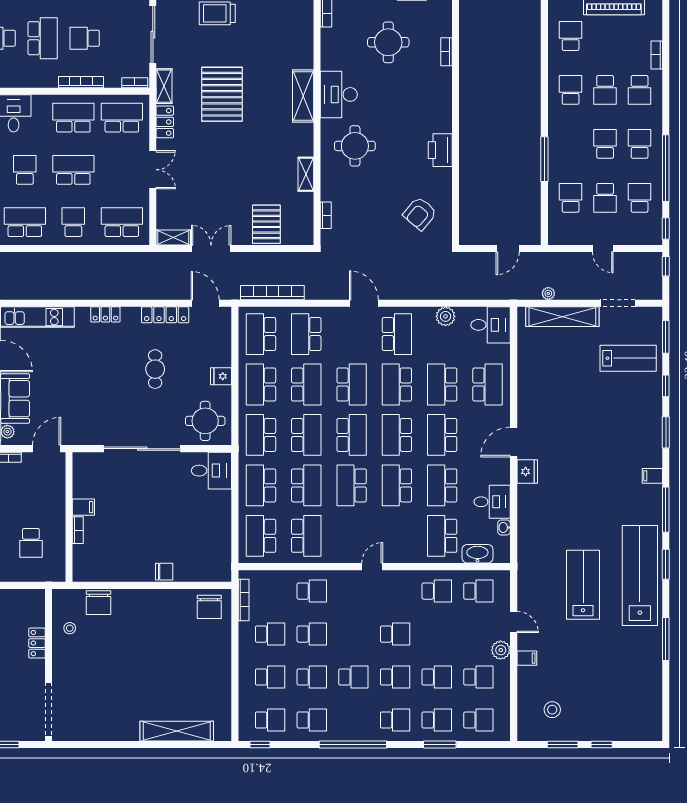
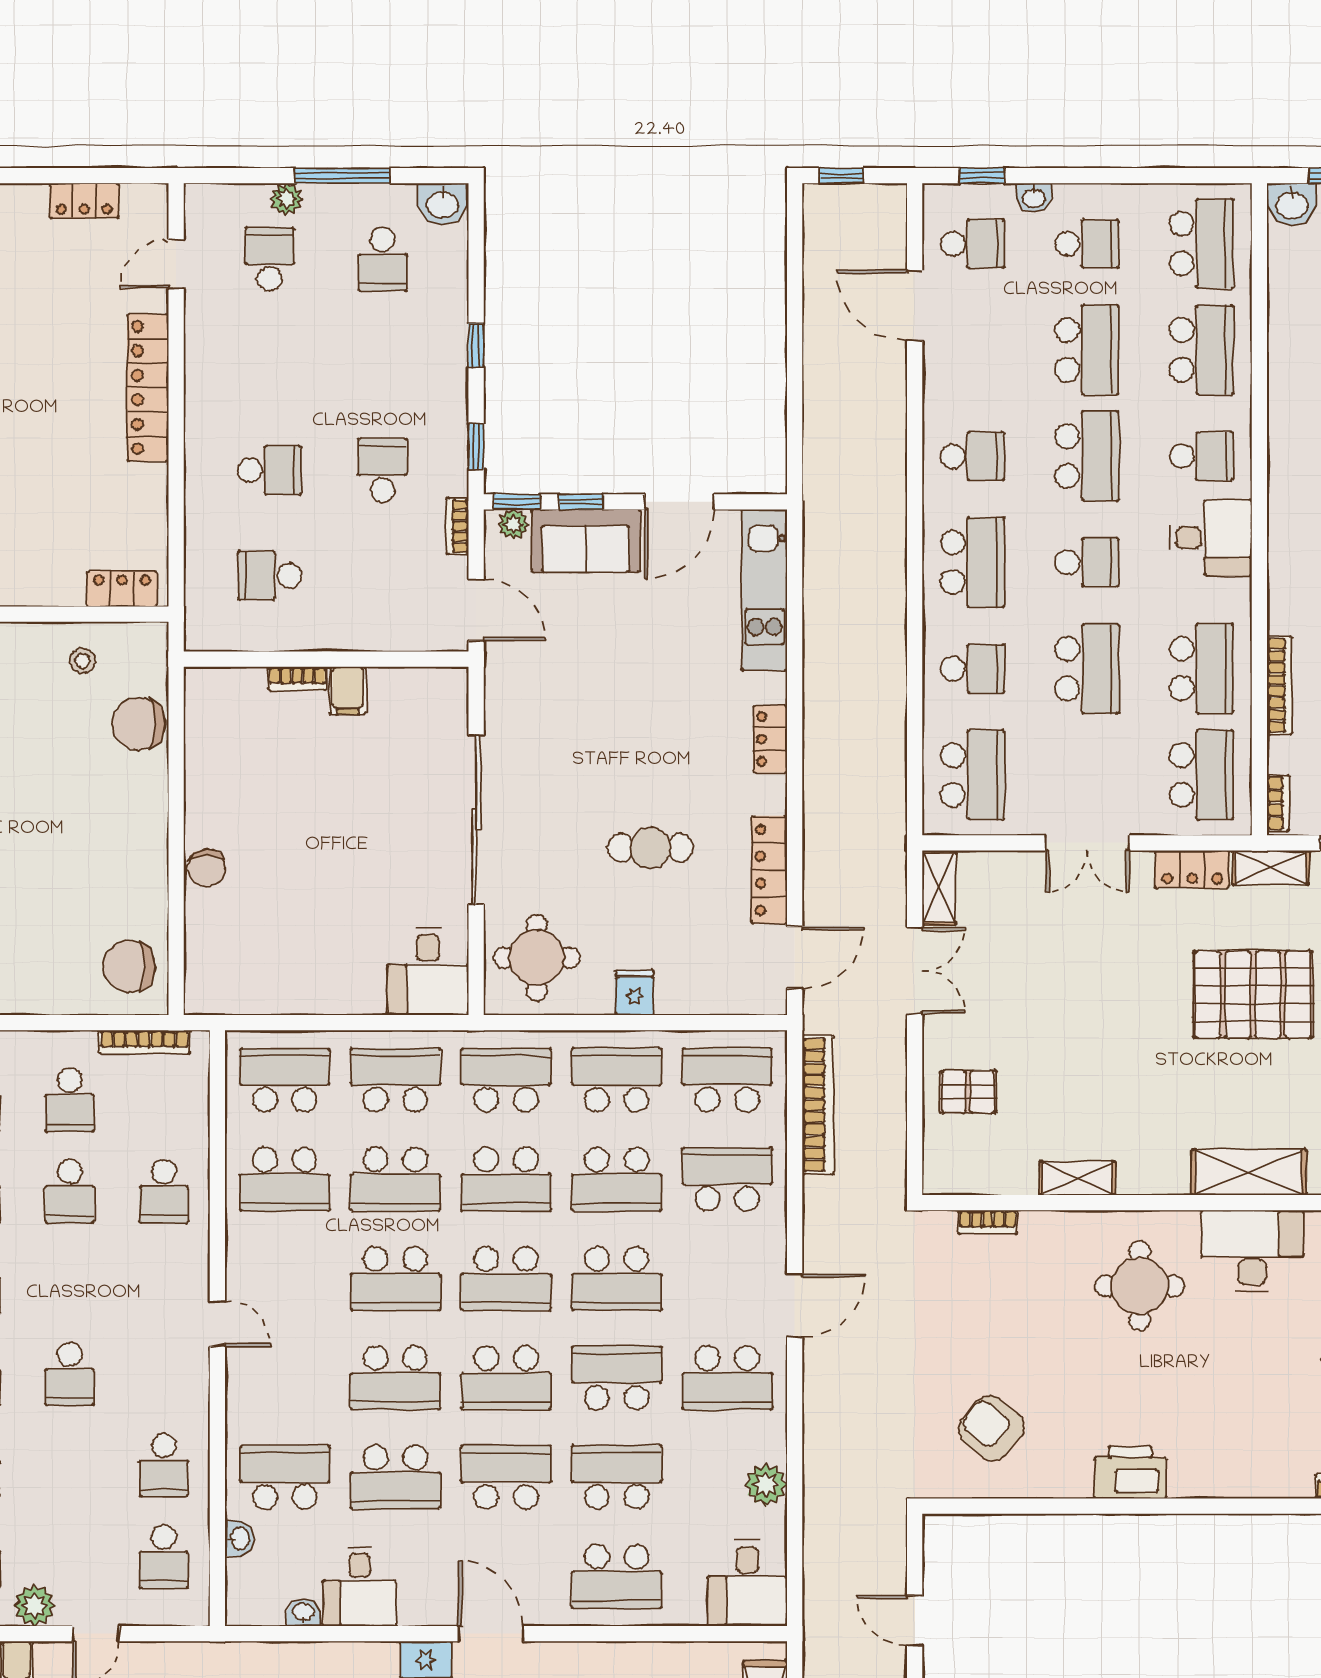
pallet: (266, 224) -> (968, 1092), width x0.67, depth x0.71
school desk: (397, 435) -> (506, 1378), turned 180
school desk: (352, 485) -> (395, 1279), turned 180
school desk: (397, 485) -> (395, 1378), turned 180
school desk: (442, 485) -> (395, 1477), turned 180
washbasin: (477, 554) -> (239, 1538), width x0.52, depth x0.69
locker: (37, 643) -> (122, 589), moved

